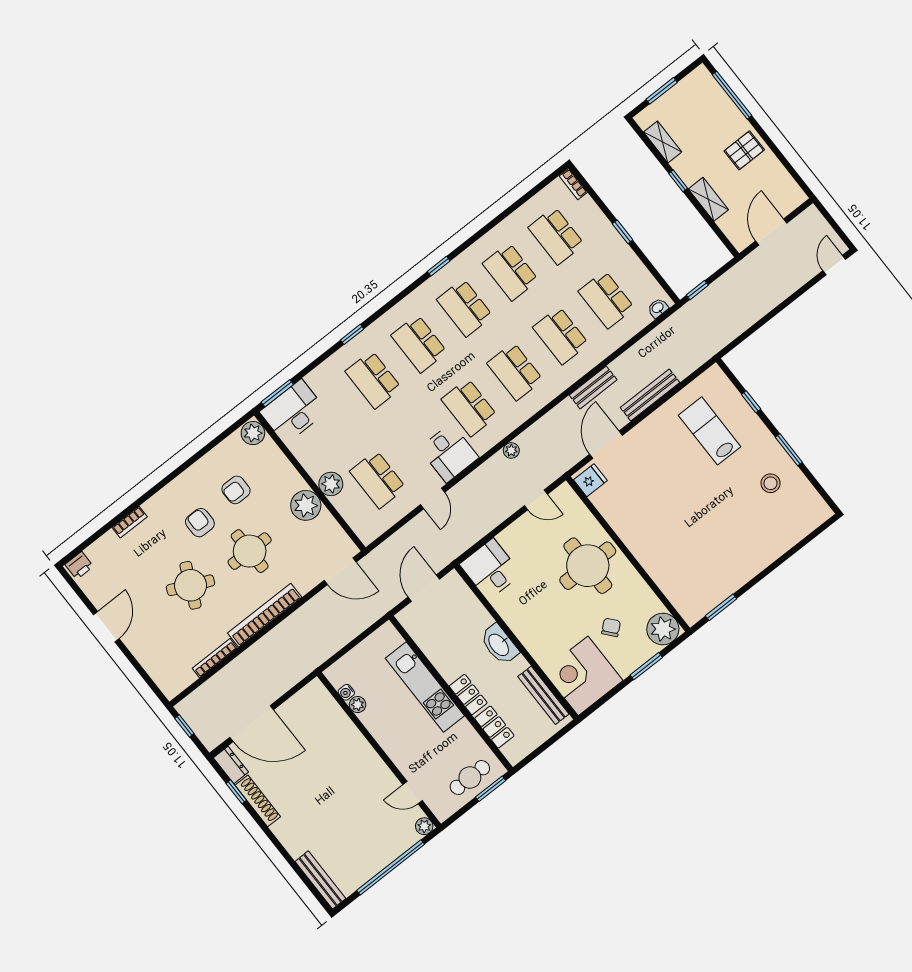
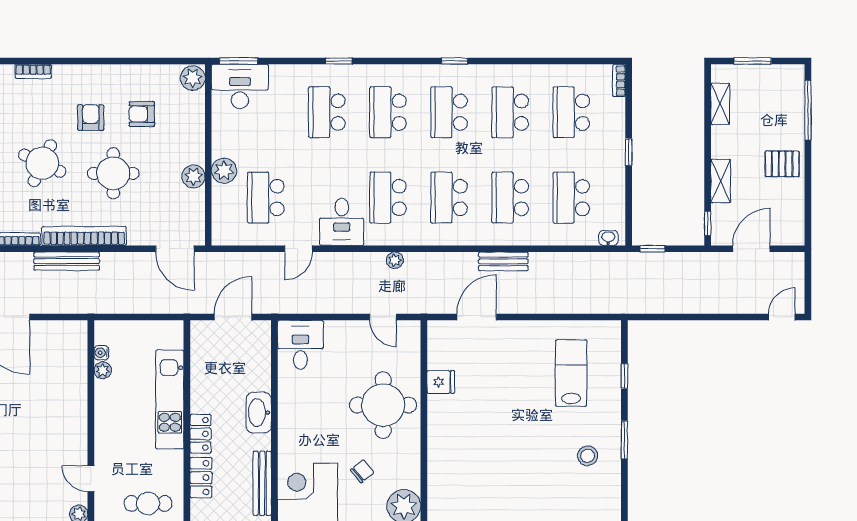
window: (678, 181) -> (708, 223), moved
bench: (650, 395) -> (67, 261), moved
fridge: (590, 480) -> (441, 382), moved
plant: (306, 505) -> (194, 176), width x0.73, depth x0.73

